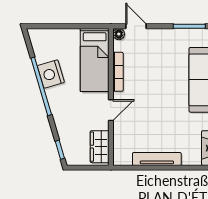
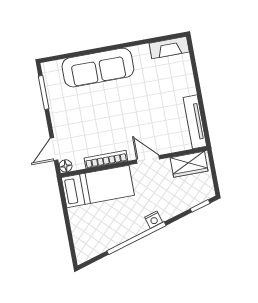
nightstand: (51, 74) -> (154, 220), moved, width x0.53, depth x0.56
tv unit: (157, 159) -> (195, 122), moved

